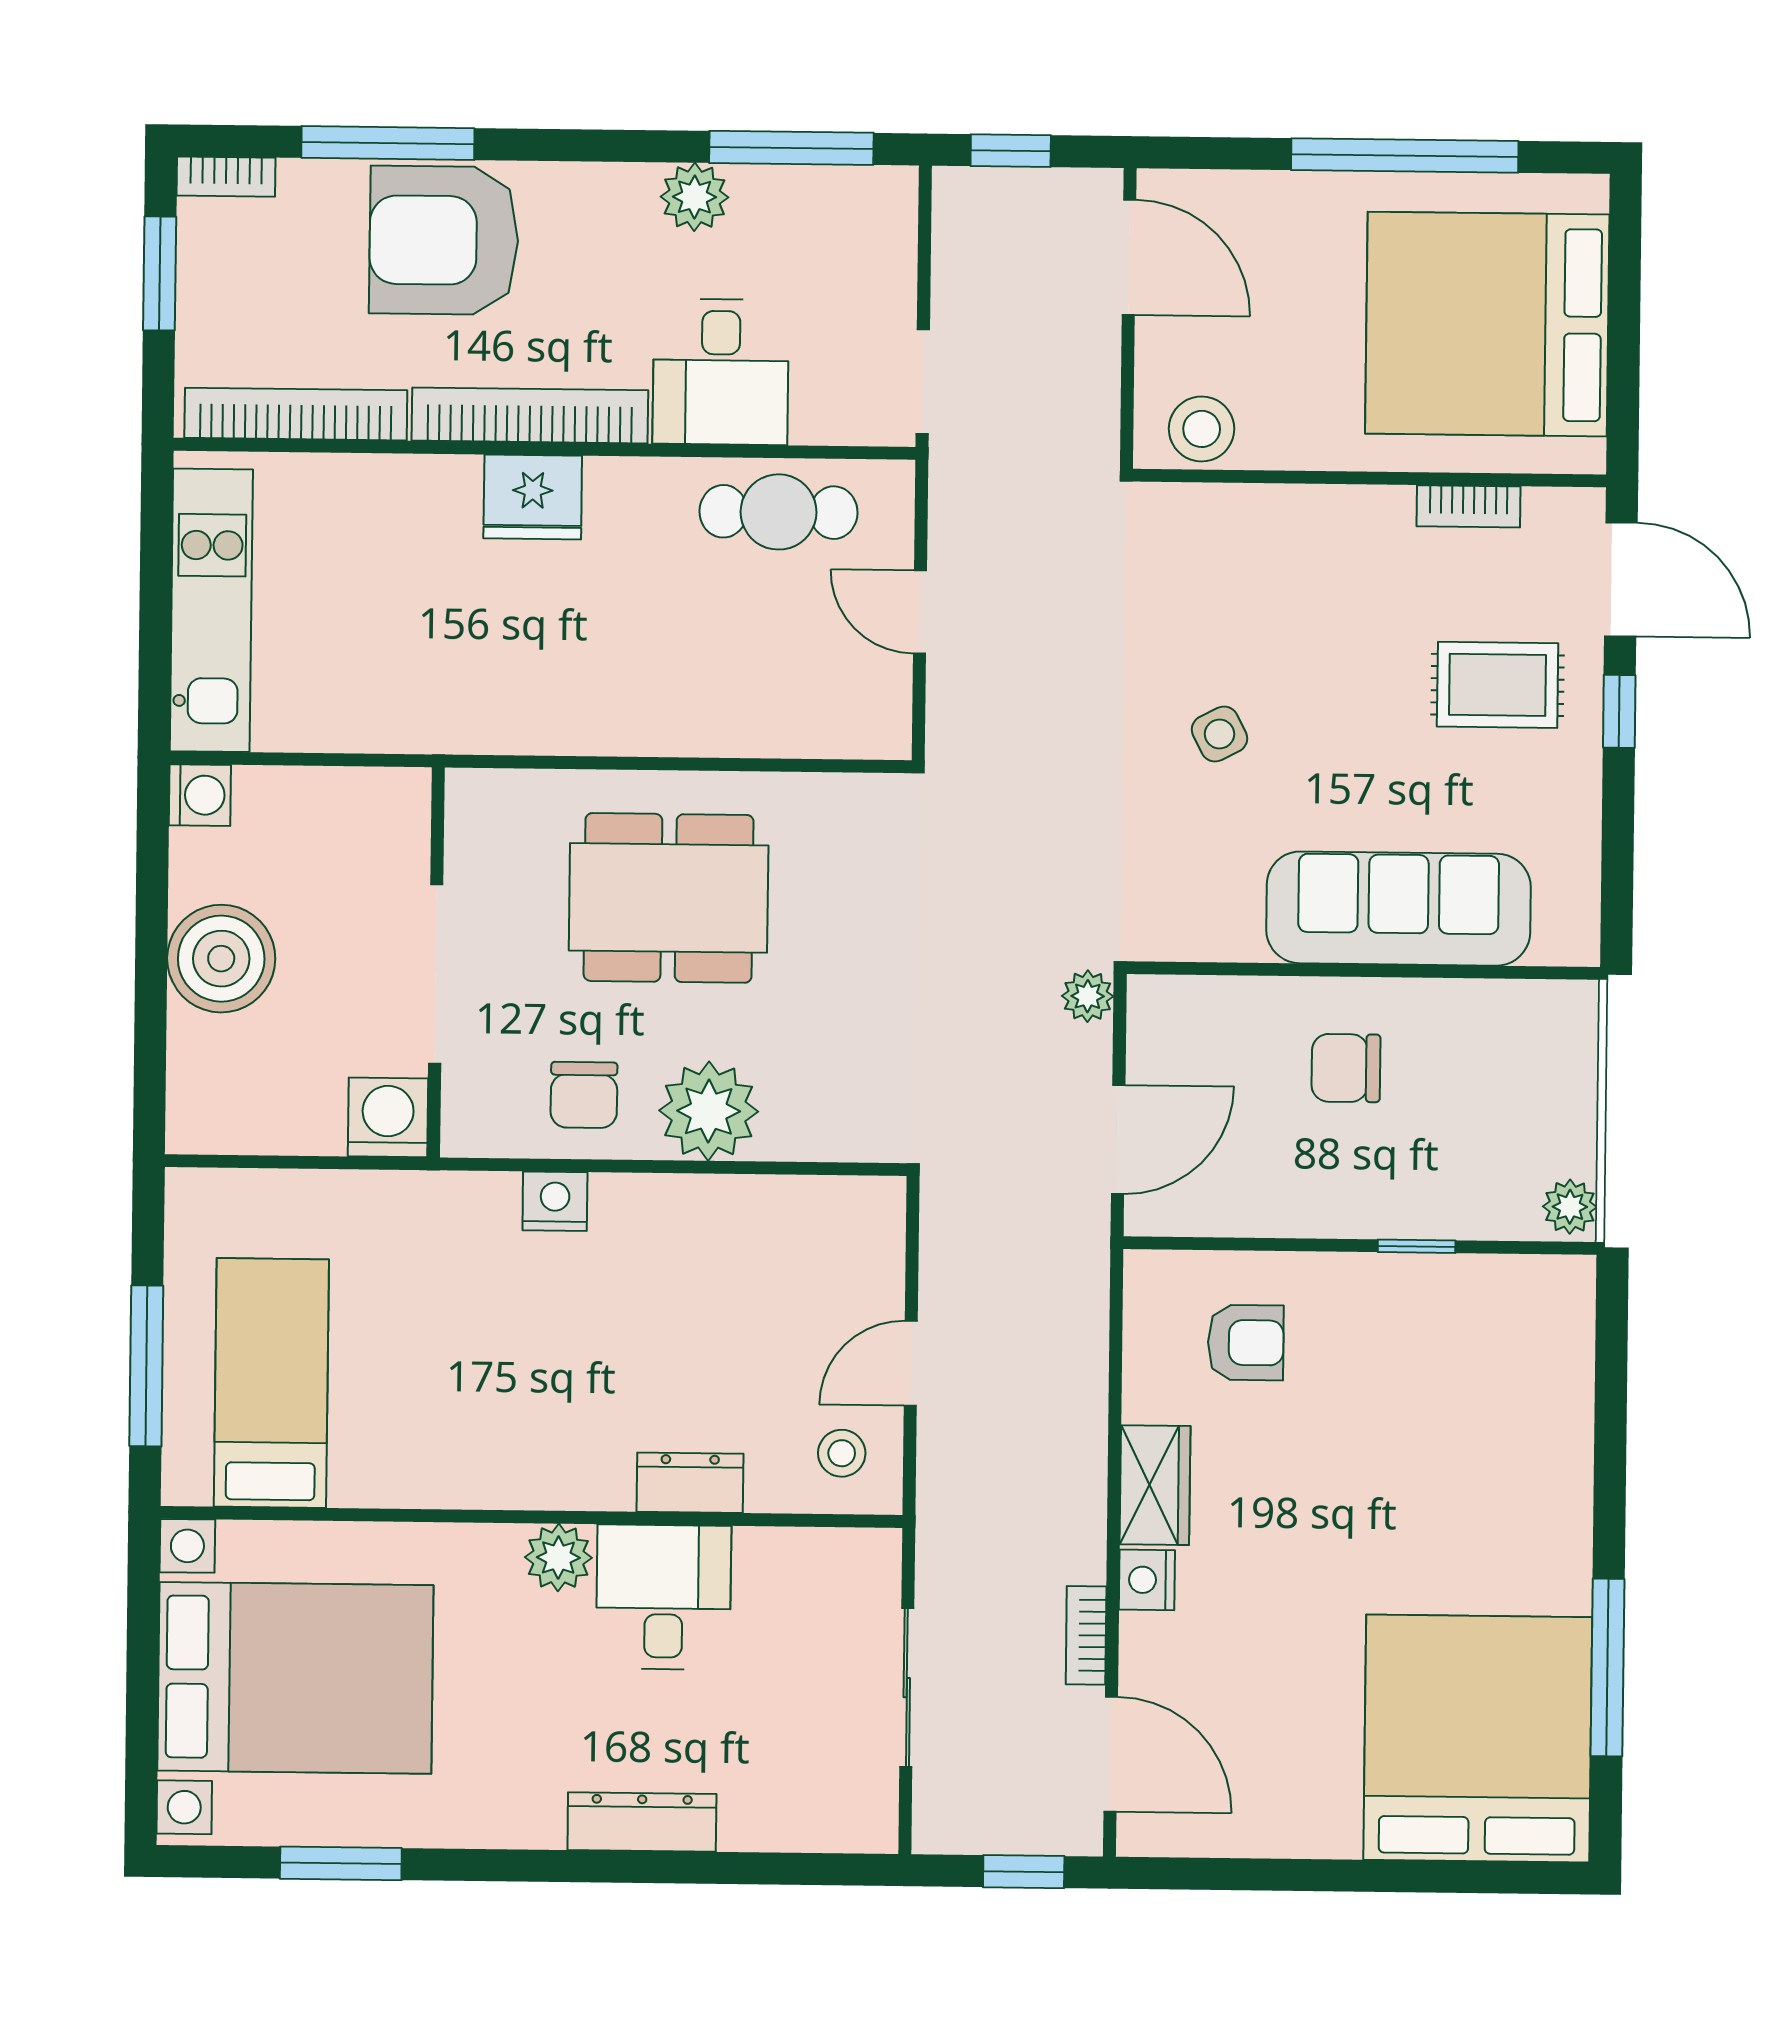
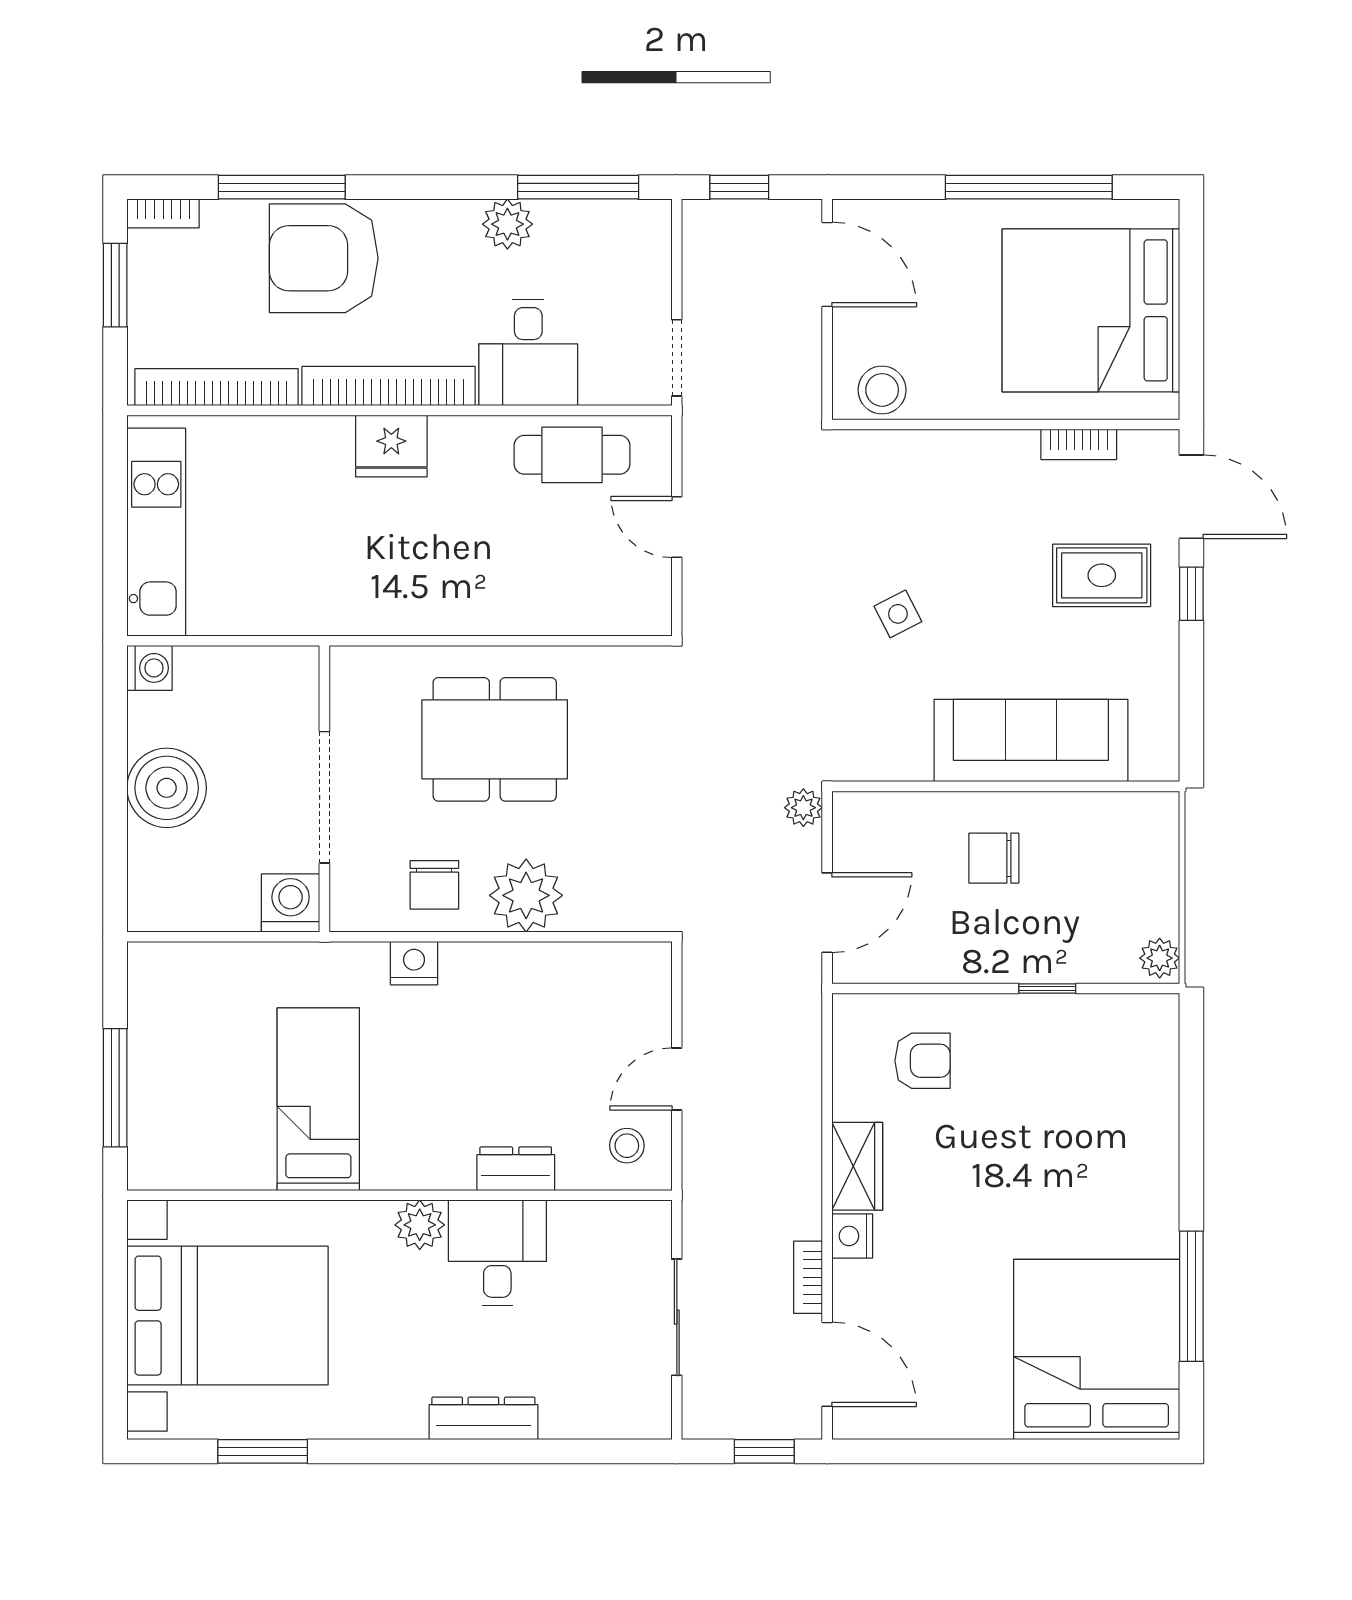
bed: (271, 1383) -> (318, 1099), moved

